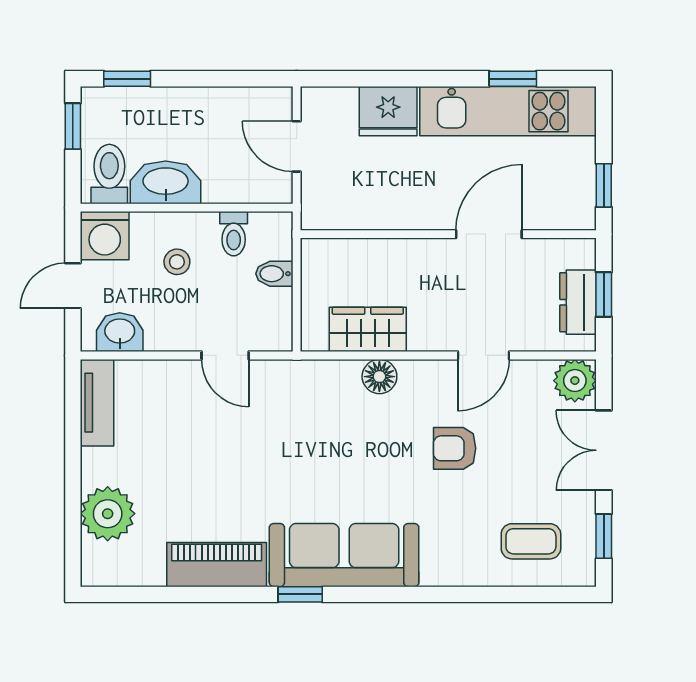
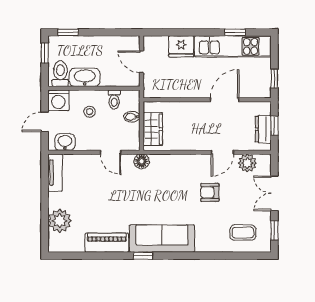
wardrobe: (368, 329) -> (153, 129), moved, turned 90
floor lamp: (379, 377) -> (142, 161), moved
plant: (575, 381) -> (247, 163), moved

